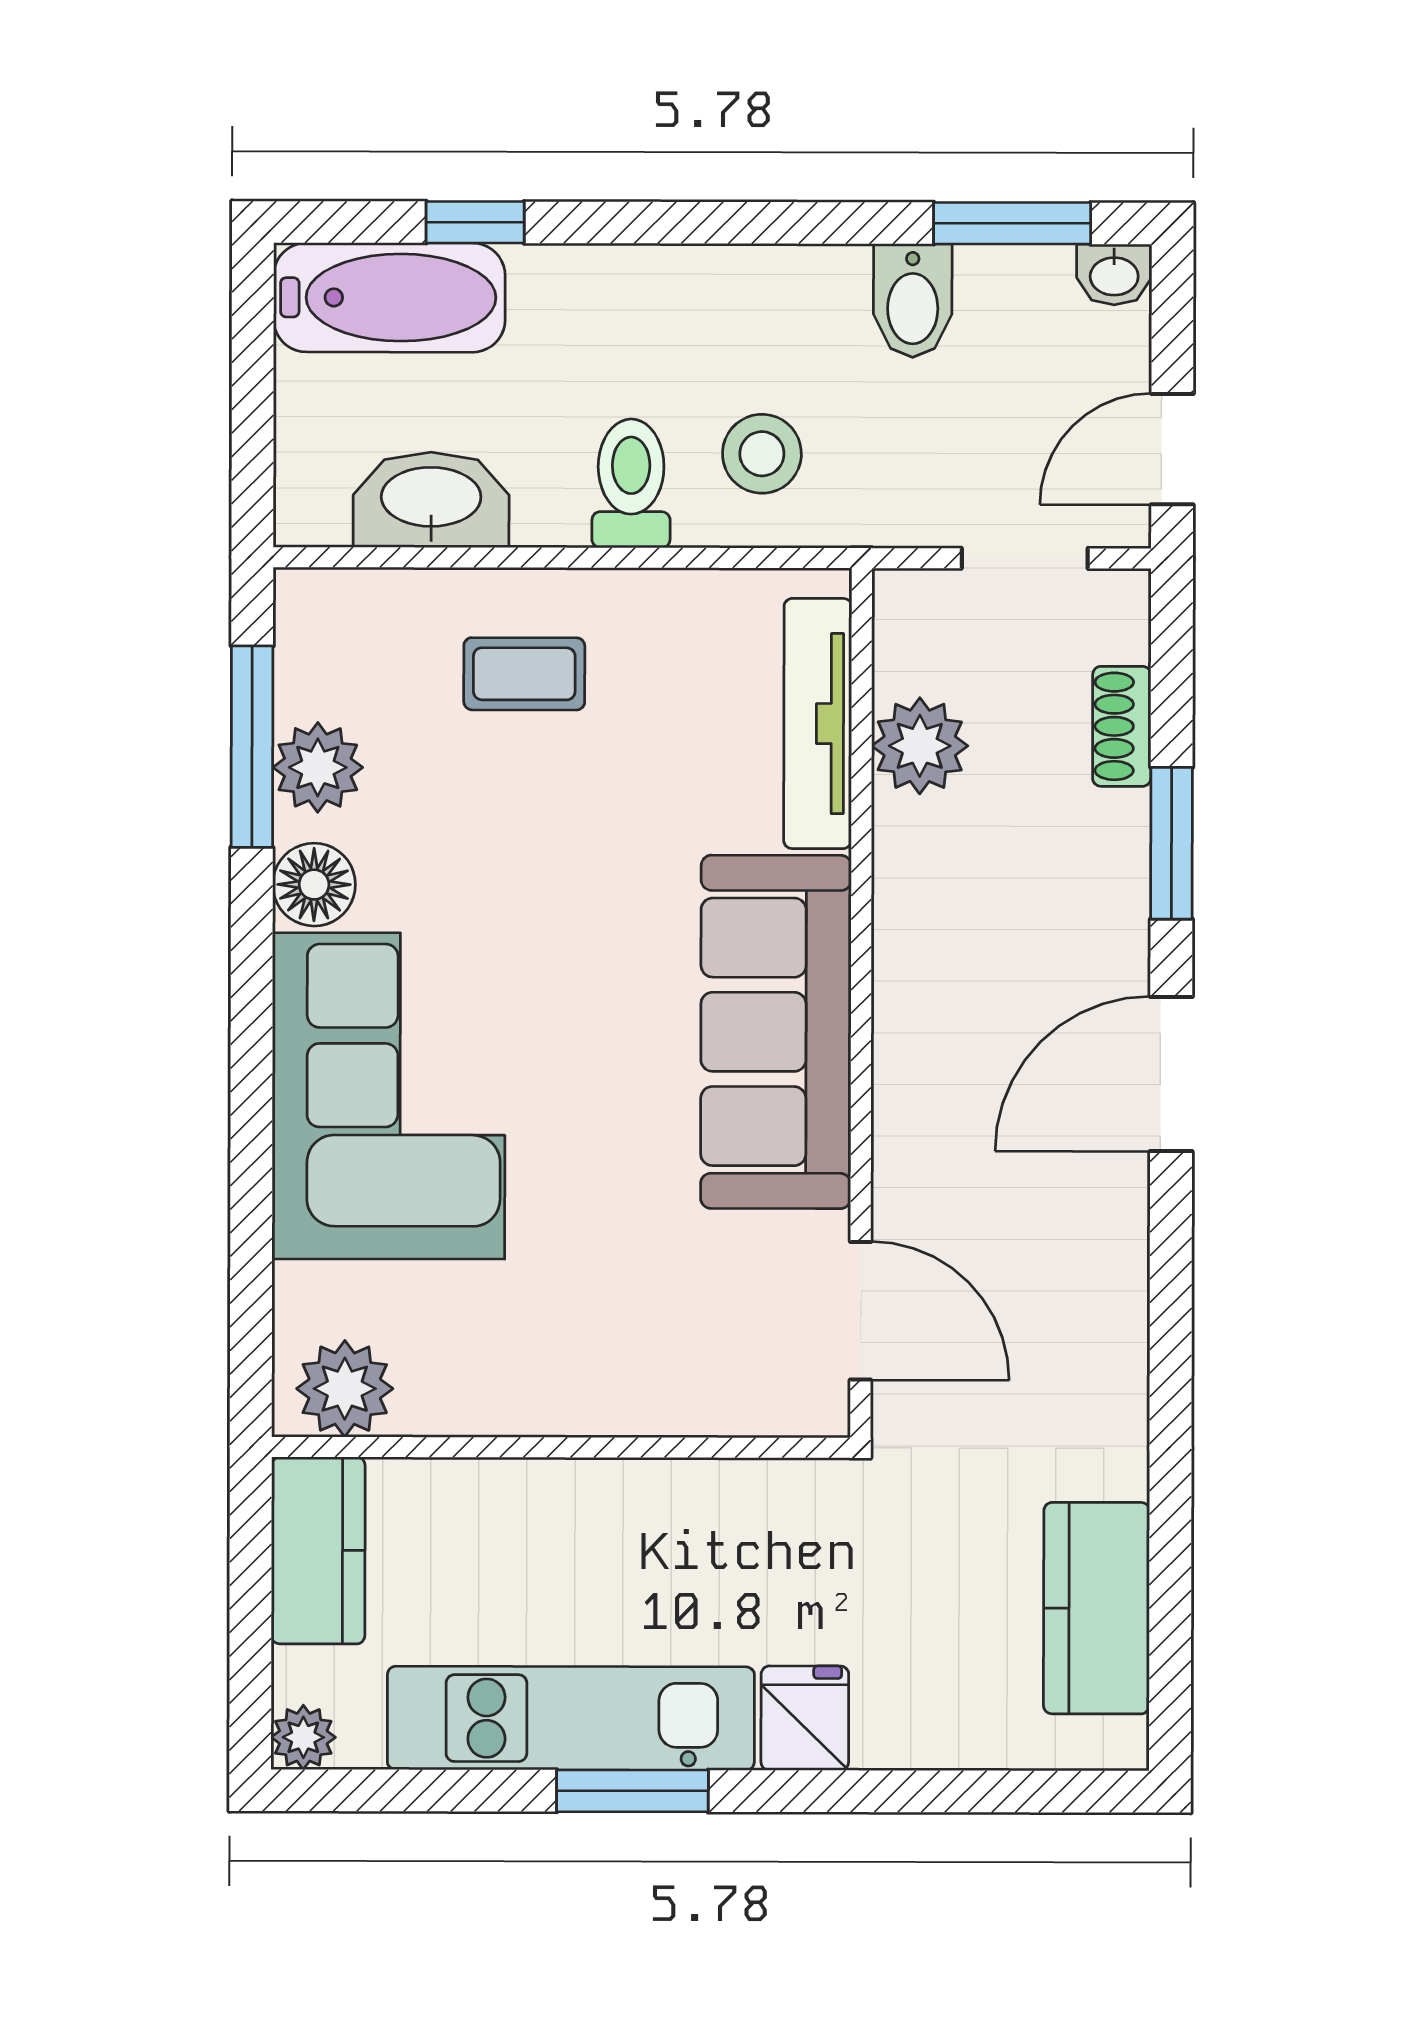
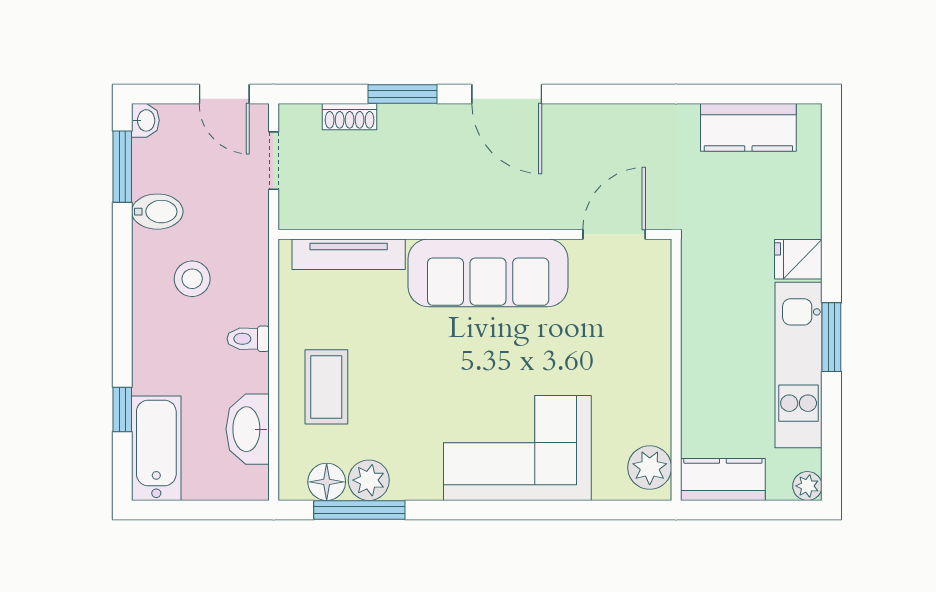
stool: (762, 454) -> (192, 279), moved
toilet: (631, 483) -> (248, 339), width x0.73, depth x0.72
coffee table: (524, 674) -> (326, 387), width x1.36, depth x1.30
plant: (920, 746) -> (359, 208), removed
floor lamp: (314, 885) -> (327, 482), moved

